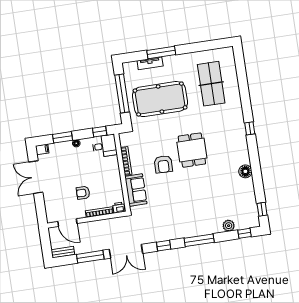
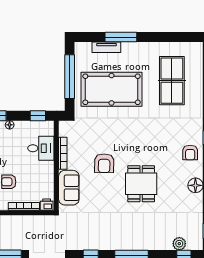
armchair: (236, 144) -> (190, 153), added
desk: (104, 146) -> (41, 148), moved
dining table: (192, 150) -> (141, 184), moved
plant: (229, 226) -> (179, 244), moved

